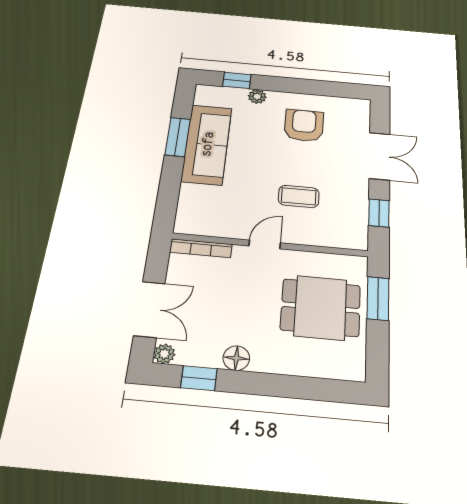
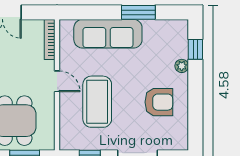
sofa: (207, 144) -> (108, 34), moved
coffee table: (299, 196) -> (97, 102), width x1.86, depth x1.72

